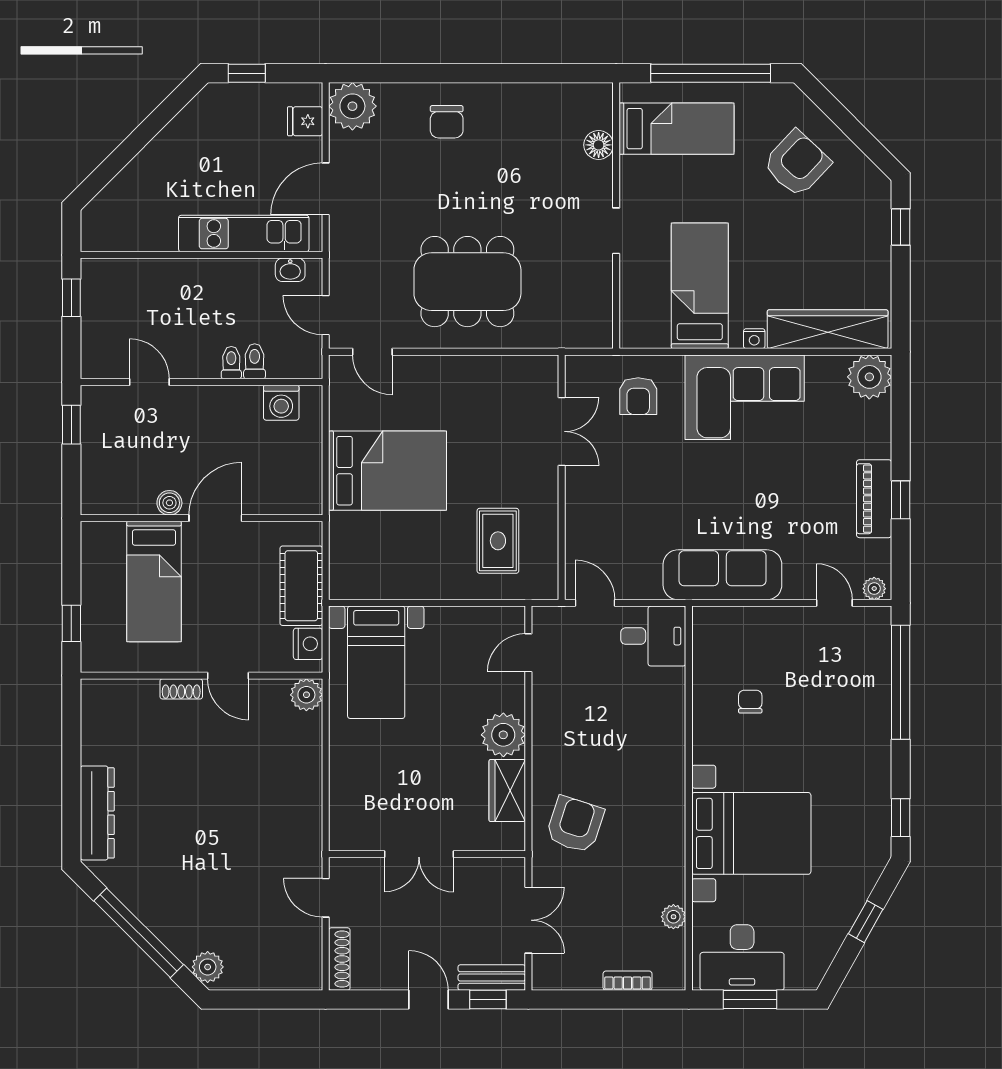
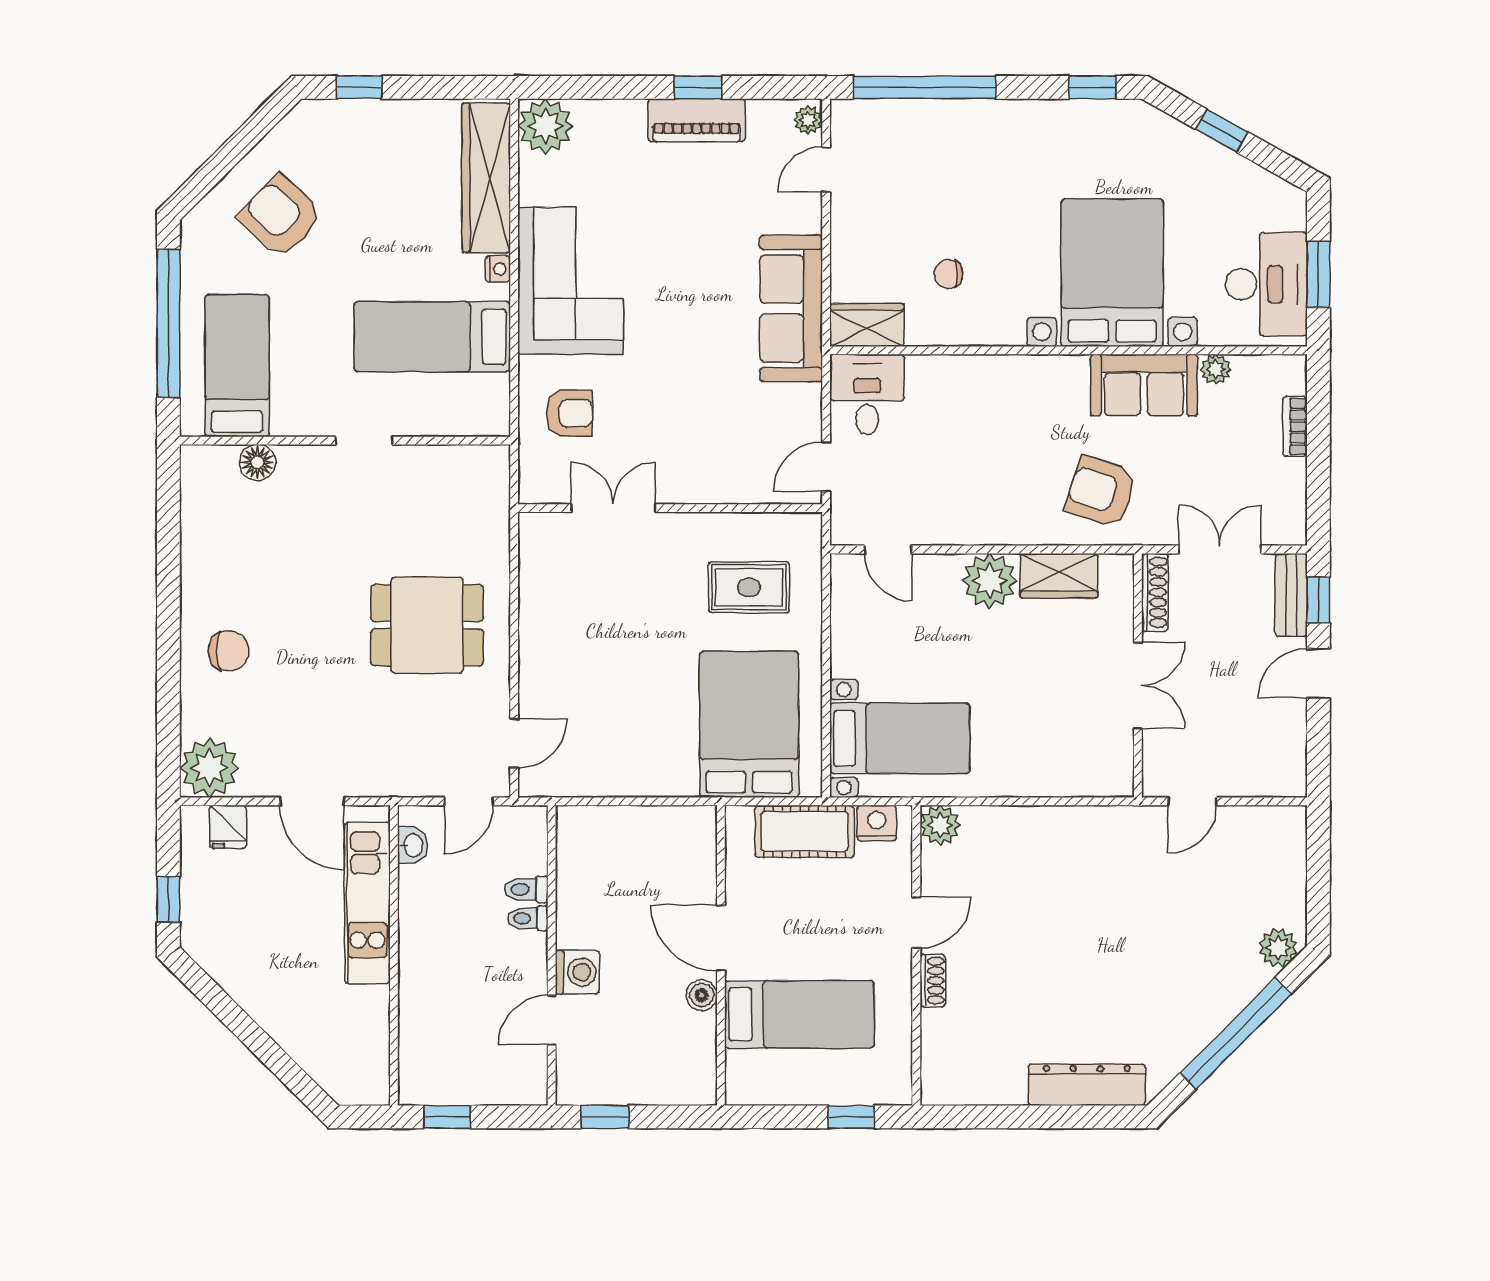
dining table: (467, 282) -> (427, 625), width x0.73
washing machine: (281, 403) -> (577, 972), moved
bed: (388, 471) -> (749, 724), moved
wardrobe: (709, 636) -> (867, 325), added
sofa: (661, 859) -> (1144, 385), added
shoe rack: (339, 959) -> (1155, 592), moved, turned 90

